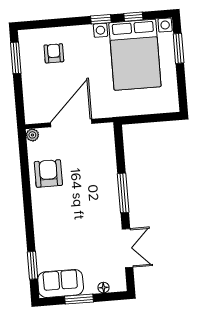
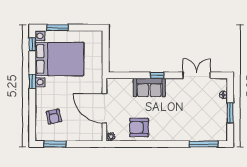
window: (133, 17) -> (32, 44), moved
armchair: (54, 53) -> (54, 117), turned -102
window: (123, 193) -> (157, 75), width x0.46
window: (32, 265) -> (203, 144), width x1.44
sofa: (61, 283) -> (149, 88), moved, turned -90

